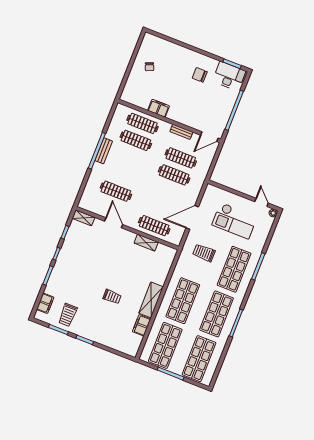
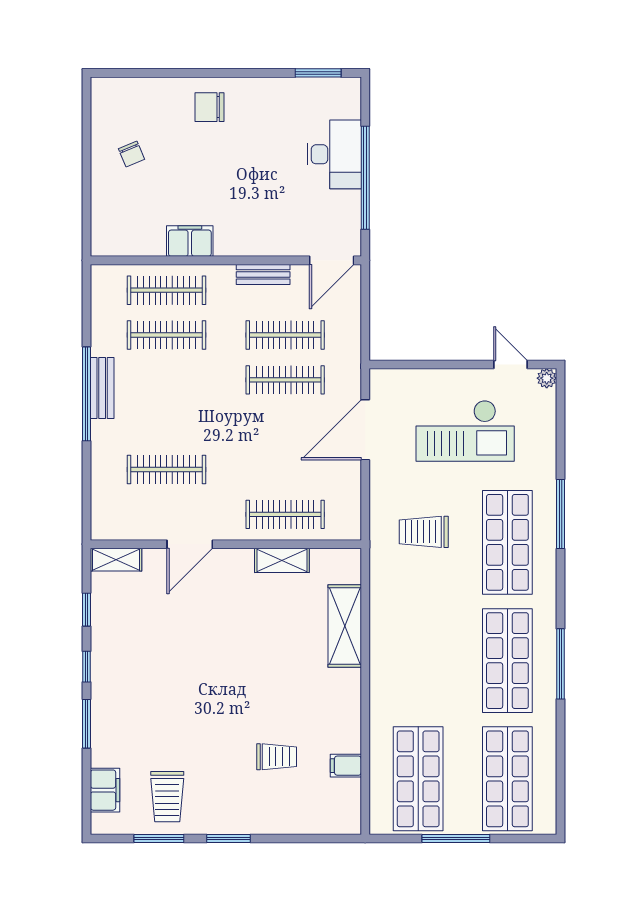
chair: (200, 75) -> (209, 107), moved
desk: (229, 76) -> (334, 154), moved, turned 90
door: (192, 217) -> (365, 430), moved
door: (114, 223) -> (190, 544), swing flipped
trolley: (112, 297) -> (277, 757), moved
shelving: (151, 300) -> (345, 626), moved
shop shelf: (183, 301) -> (418, 661), removed
filing cabinet: (142, 325) -> (346, 766), width x0.50

